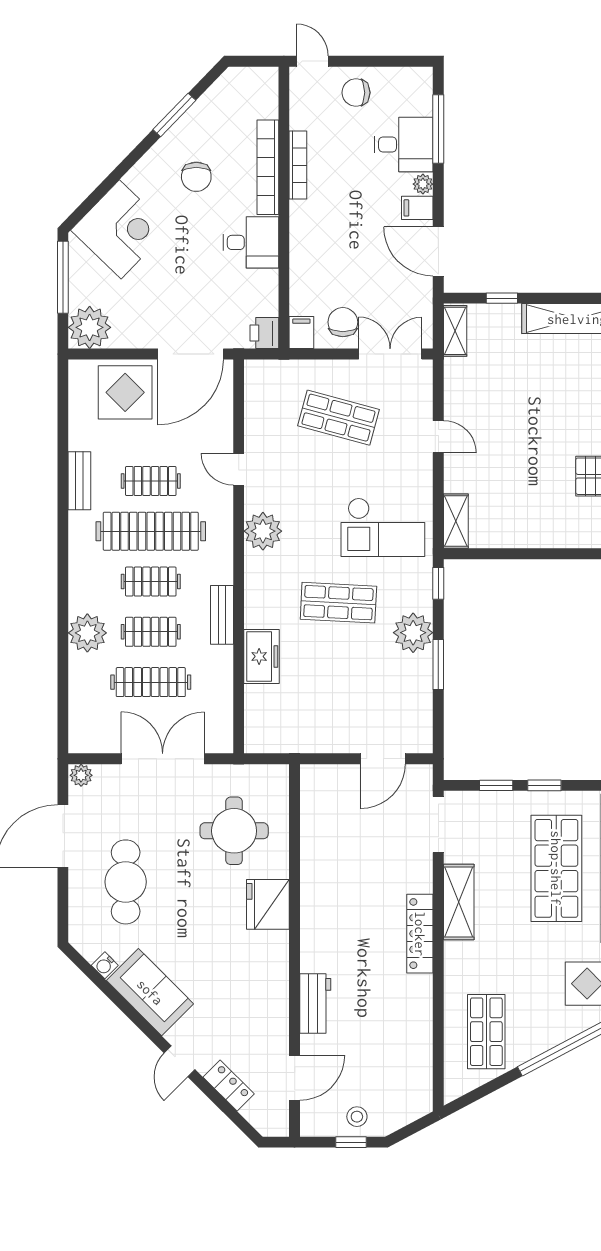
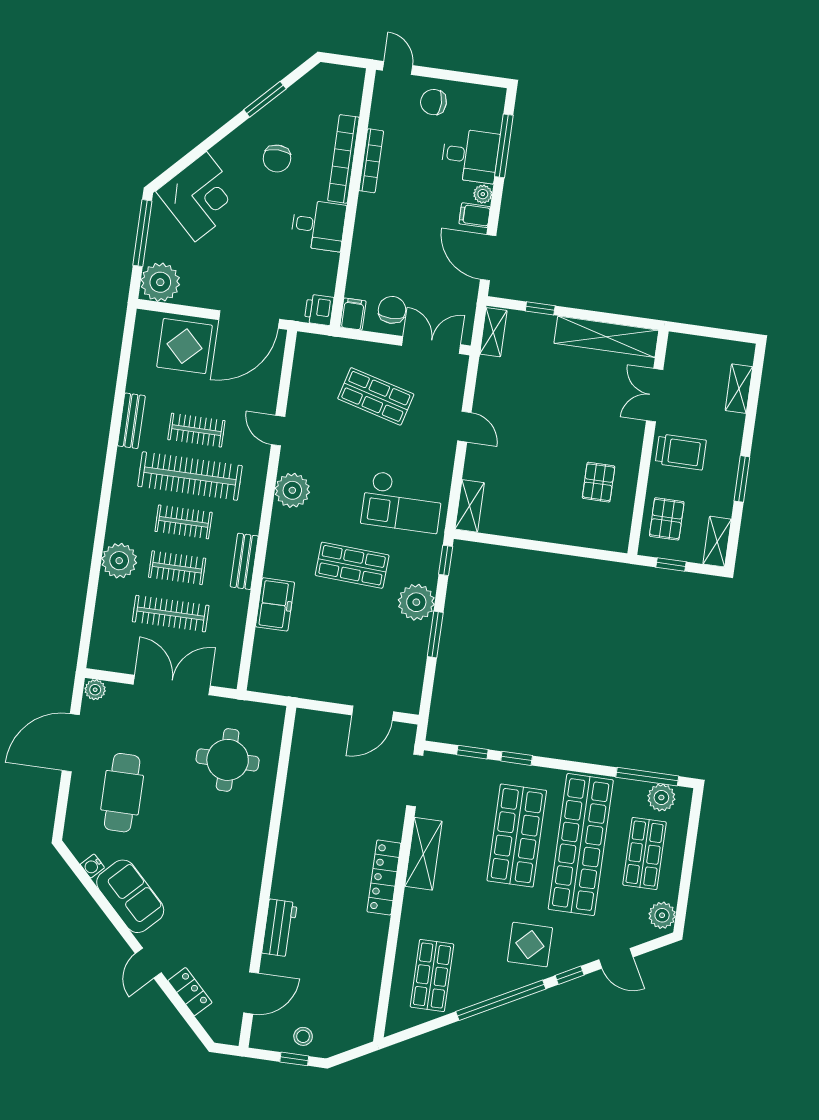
fridge: (268, 904) -> (249, 831), removed

